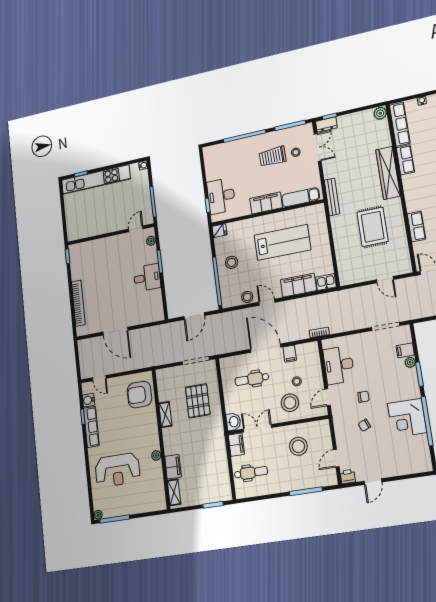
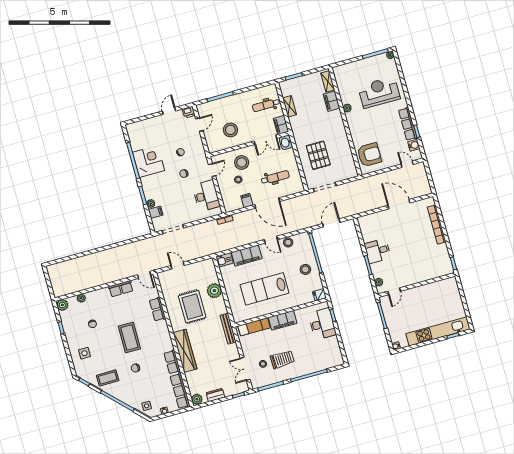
dresser: (326, 125) -> (215, 395), moved
plant: (343, 245) -> (214, 291), added
shelving: (165, 415) -> (290, 106), moved

